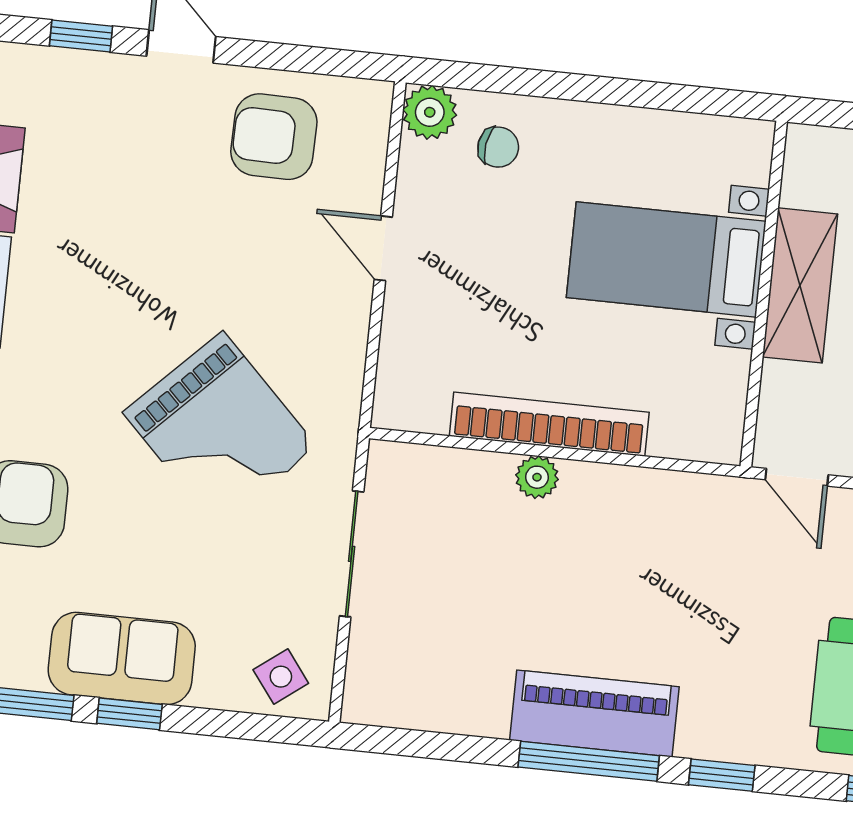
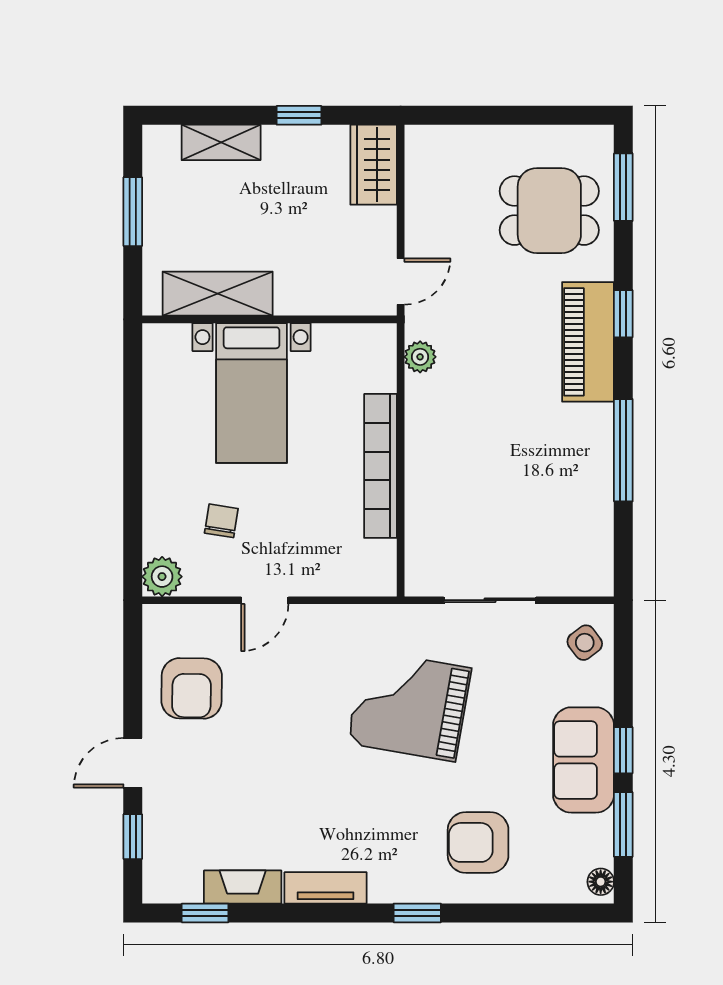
chair: (498, 147) -> (221, 521), moved
shelving: (800, 285) -> (218, 294), moved
grand piano: (220, 430) -> (409, 706), turned -125
plant: (537, 477) -> (420, 357), moved
piano: (594, 713) -> (588, 342), moved
window: (589, 761) -> (623, 450), moved

